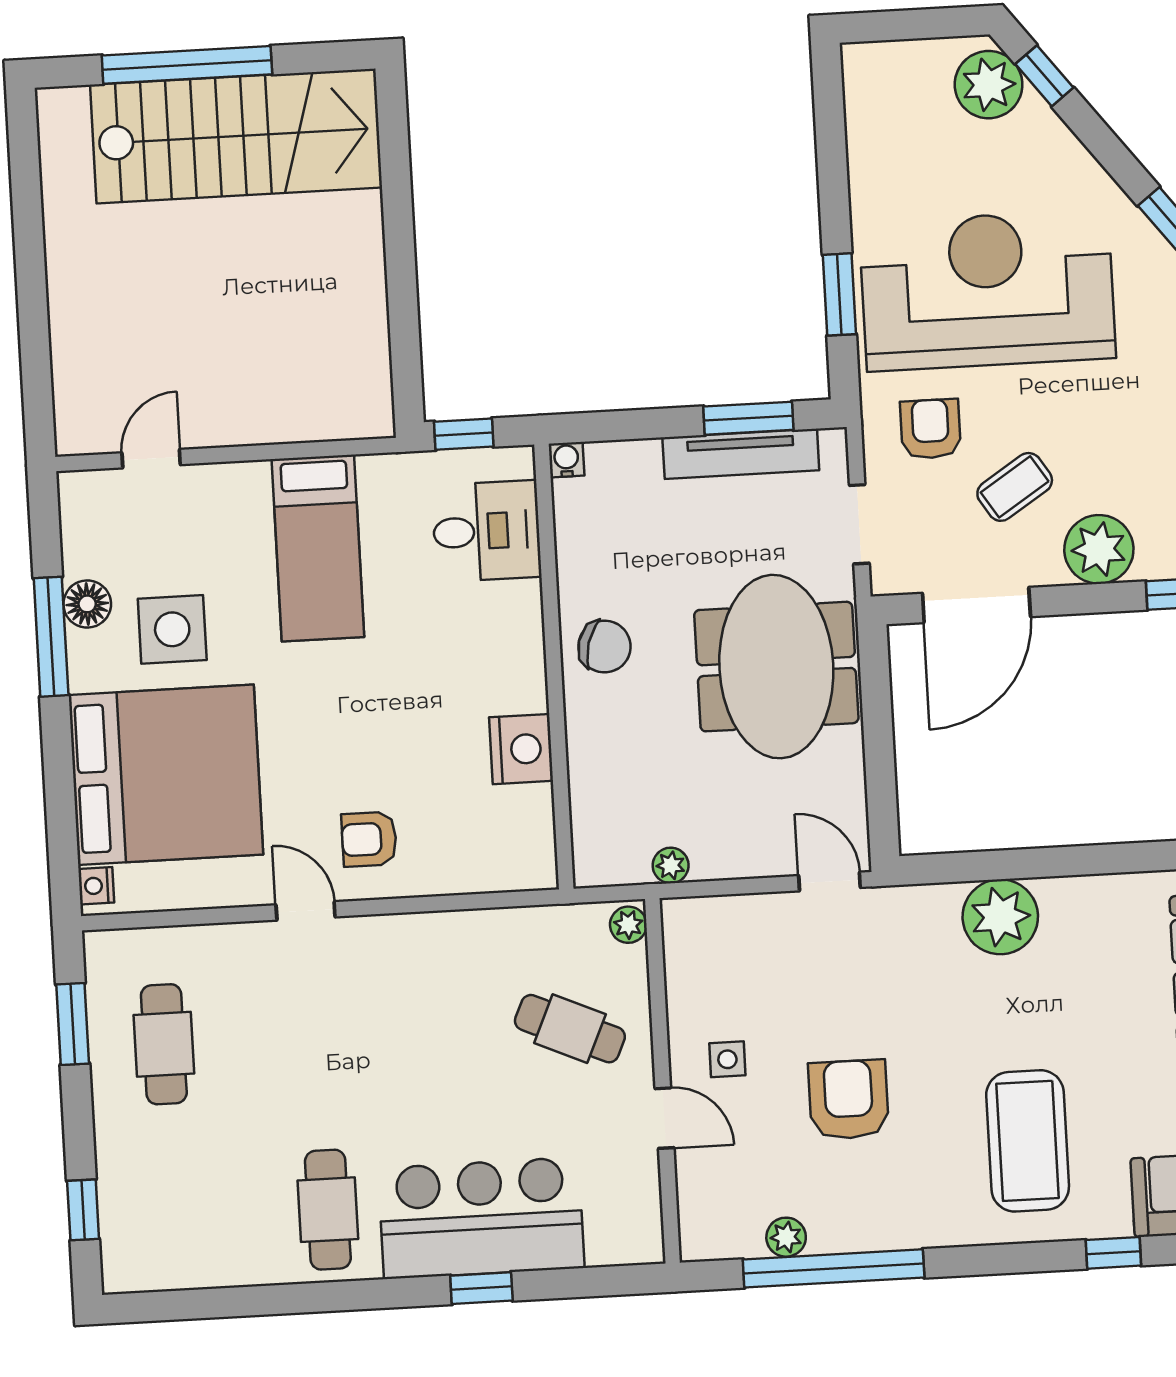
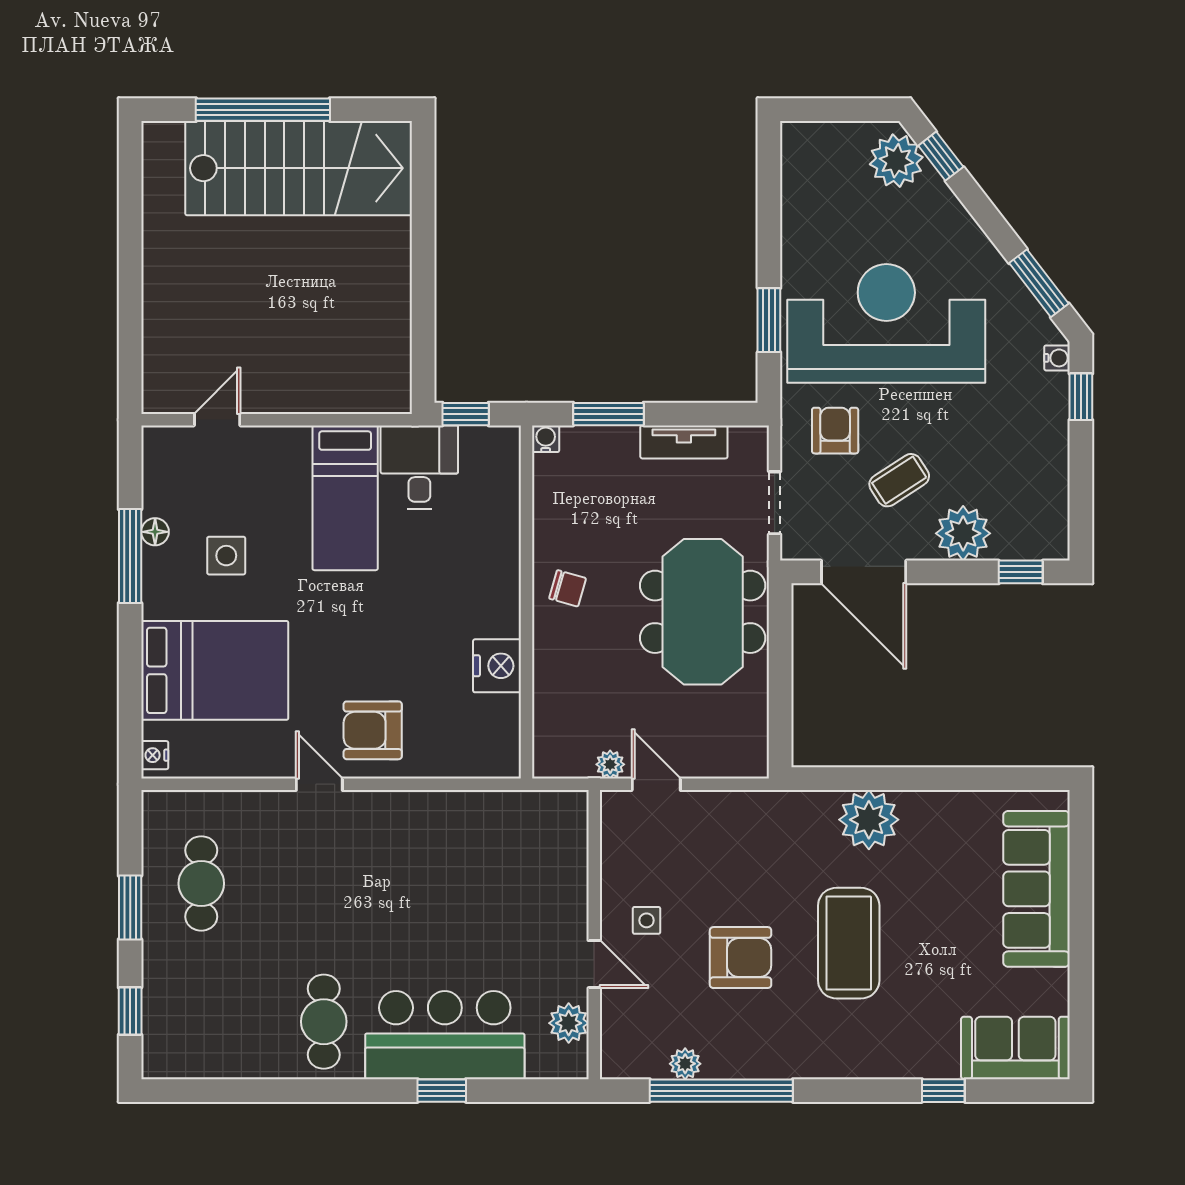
window: (748, 418) -> (608, 414), moved
tv unit: (741, 454) -> (684, 442), width x0.71
desk: (486, 531) -> (419, 467), moved, turned -90
floor lamp: (87, 604) -> (155, 532), width x0.73, depth x0.73
door: (976, 605) -> (864, 572), hinge flipped
side table: (172, 629) -> (226, 556), width x0.73, depth x0.73
chair: (604, 647) -> (568, 588), width x0.73, depth x0.73
bed: (166, 775) -> (215, 670), width x0.73
armchair: (369, 839) -> (373, 730), width x1.38, depth x1.38
door: (830, 882) -> (656, 784), moved
plant: (628, 925) -> (569, 1023), moved, width x1.38, depth x1.38
window: (73, 1024) -> (130, 907), moved
cafe table: (570, 1029) -> (523, 889), removed
armchair: (848, 1100) -> (741, 958), turned 90
coffee table: (1028, 1141) -> (849, 943), moved

